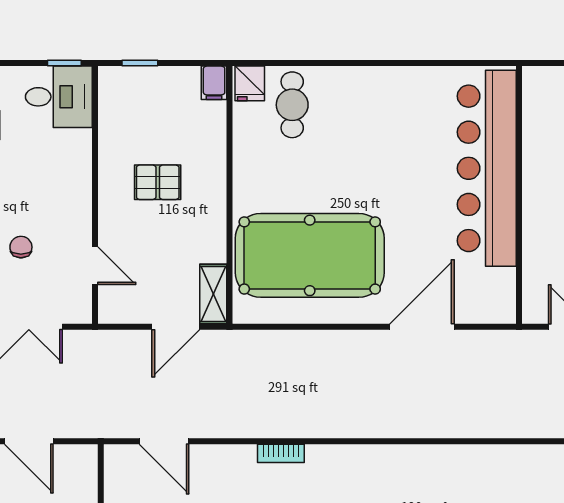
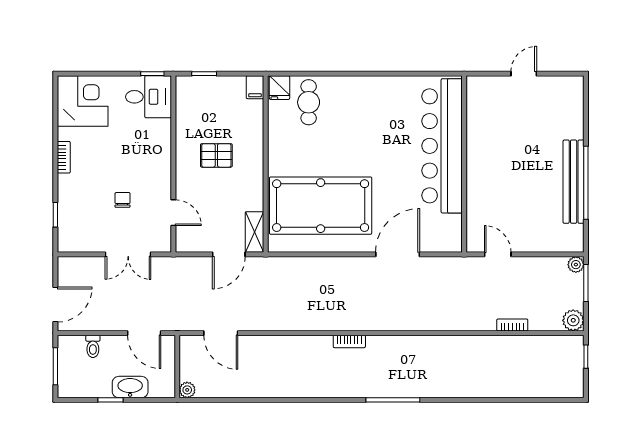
door: (29, 441) -> (144, 333), moved
bookcase: (281, 453) -> (349, 341), moved

